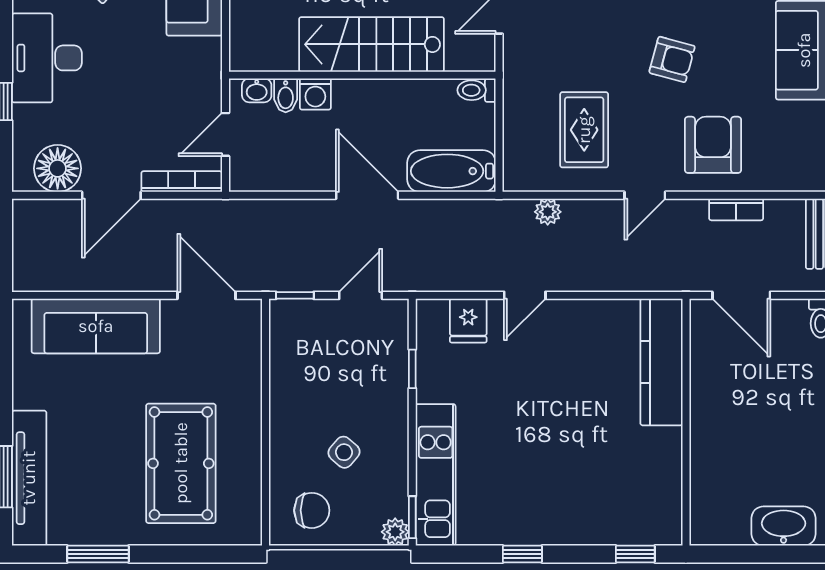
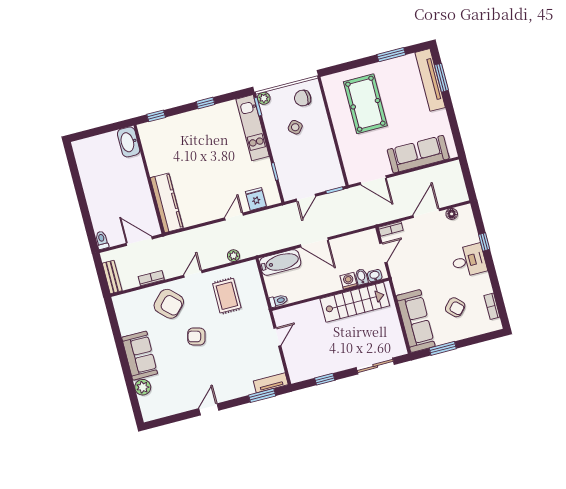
stairs: (372, 44) -> (355, 302), moved
desk: (47, 58) -> (469, 261), width x0.73
armchair: (713, 145) -> (169, 304), turned -46
floor lamp: (58, 168) -> (452, 214), width x0.53, depth x0.53
bookcase: (182, 182) -> (391, 229), width x0.64
washbasin: (784, 526) -> (129, 142), moved, turned 90

